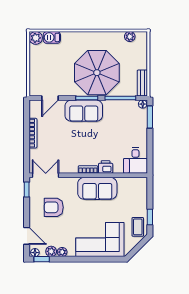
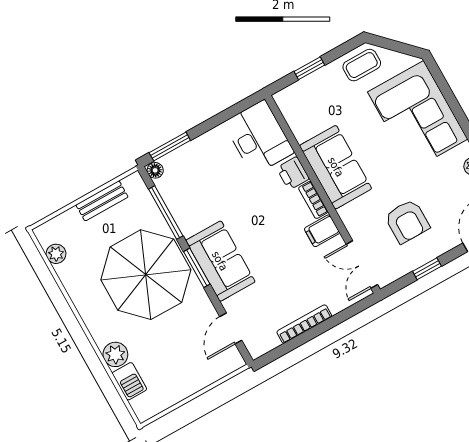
plant: (36, 38) -> (115, 354), moved
bench: (142, 83) -> (102, 201), moved
door: (50, 98) -> (231, 328), swing flipped
desk: (135, 160) -> (259, 137), width x1.37
filing cabinet: (71, 165) -> (322, 231), added
window: (27, 189) -> (427, 269), moved
window: (150, 217) -> (309, 68), moved

